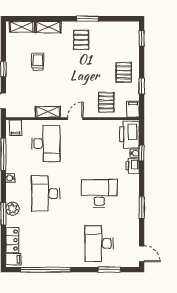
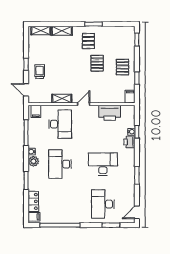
trolley: (38, 62) -> (40, 72), moved
pallet: (106, 102) -> (97, 63), moved
printer: (129, 134) -> (110, 113), moved, turned -90
plant: (13, 209) -> (33, 161), moved
door: (142, 254) -> (137, 212), swing flipped

